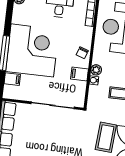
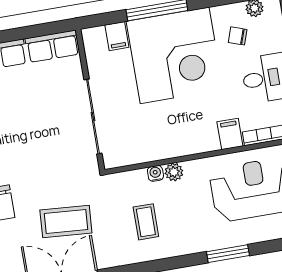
chair: (82, 53) -> (238, 36), moved
filing cabinet: (80, 74) -> (230, 134), moved

